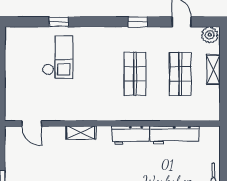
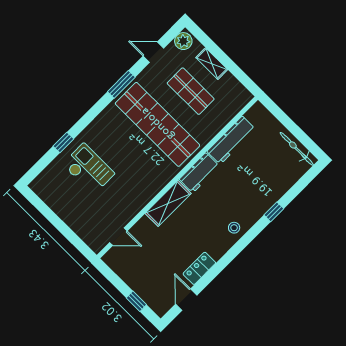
window: (138, 22) -> (121, 84), width x1.50
shop shelf: (135, 74) -> (157, 124), width x2.00, depth x1.36
shelving: (81, 133) -> (168, 203), width x1.50, depth x1.33

